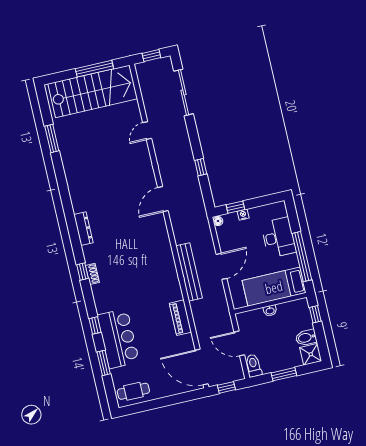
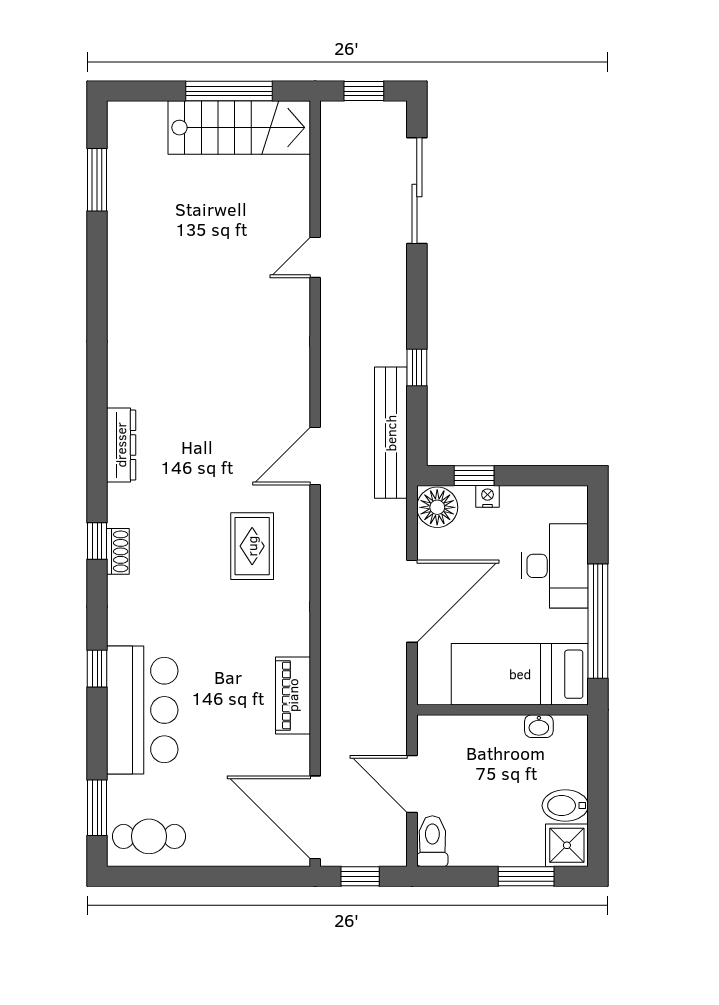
stairs: (93, 91) -> (239, 128), width x0.73, depth x0.66
window: (52, 139) -> (97, 180), moved
door: (163, 199) -> (315, 456), moved
floor lamp: (218, 221) -> (437, 507), width x1.89, depth x1.89
rug: (149, 259) -> (252, 546), added
door: (221, 266) -> (412, 601), width x1.36
bench: (189, 272) -> (391, 433), moved
washbasin: (270, 311) -> (539, 726), moved
window: (315, 314) -> (598, 758), removed
window: (104, 363) -> (97, 808), moved
window: (284, 374) -> (526, 876), moved

